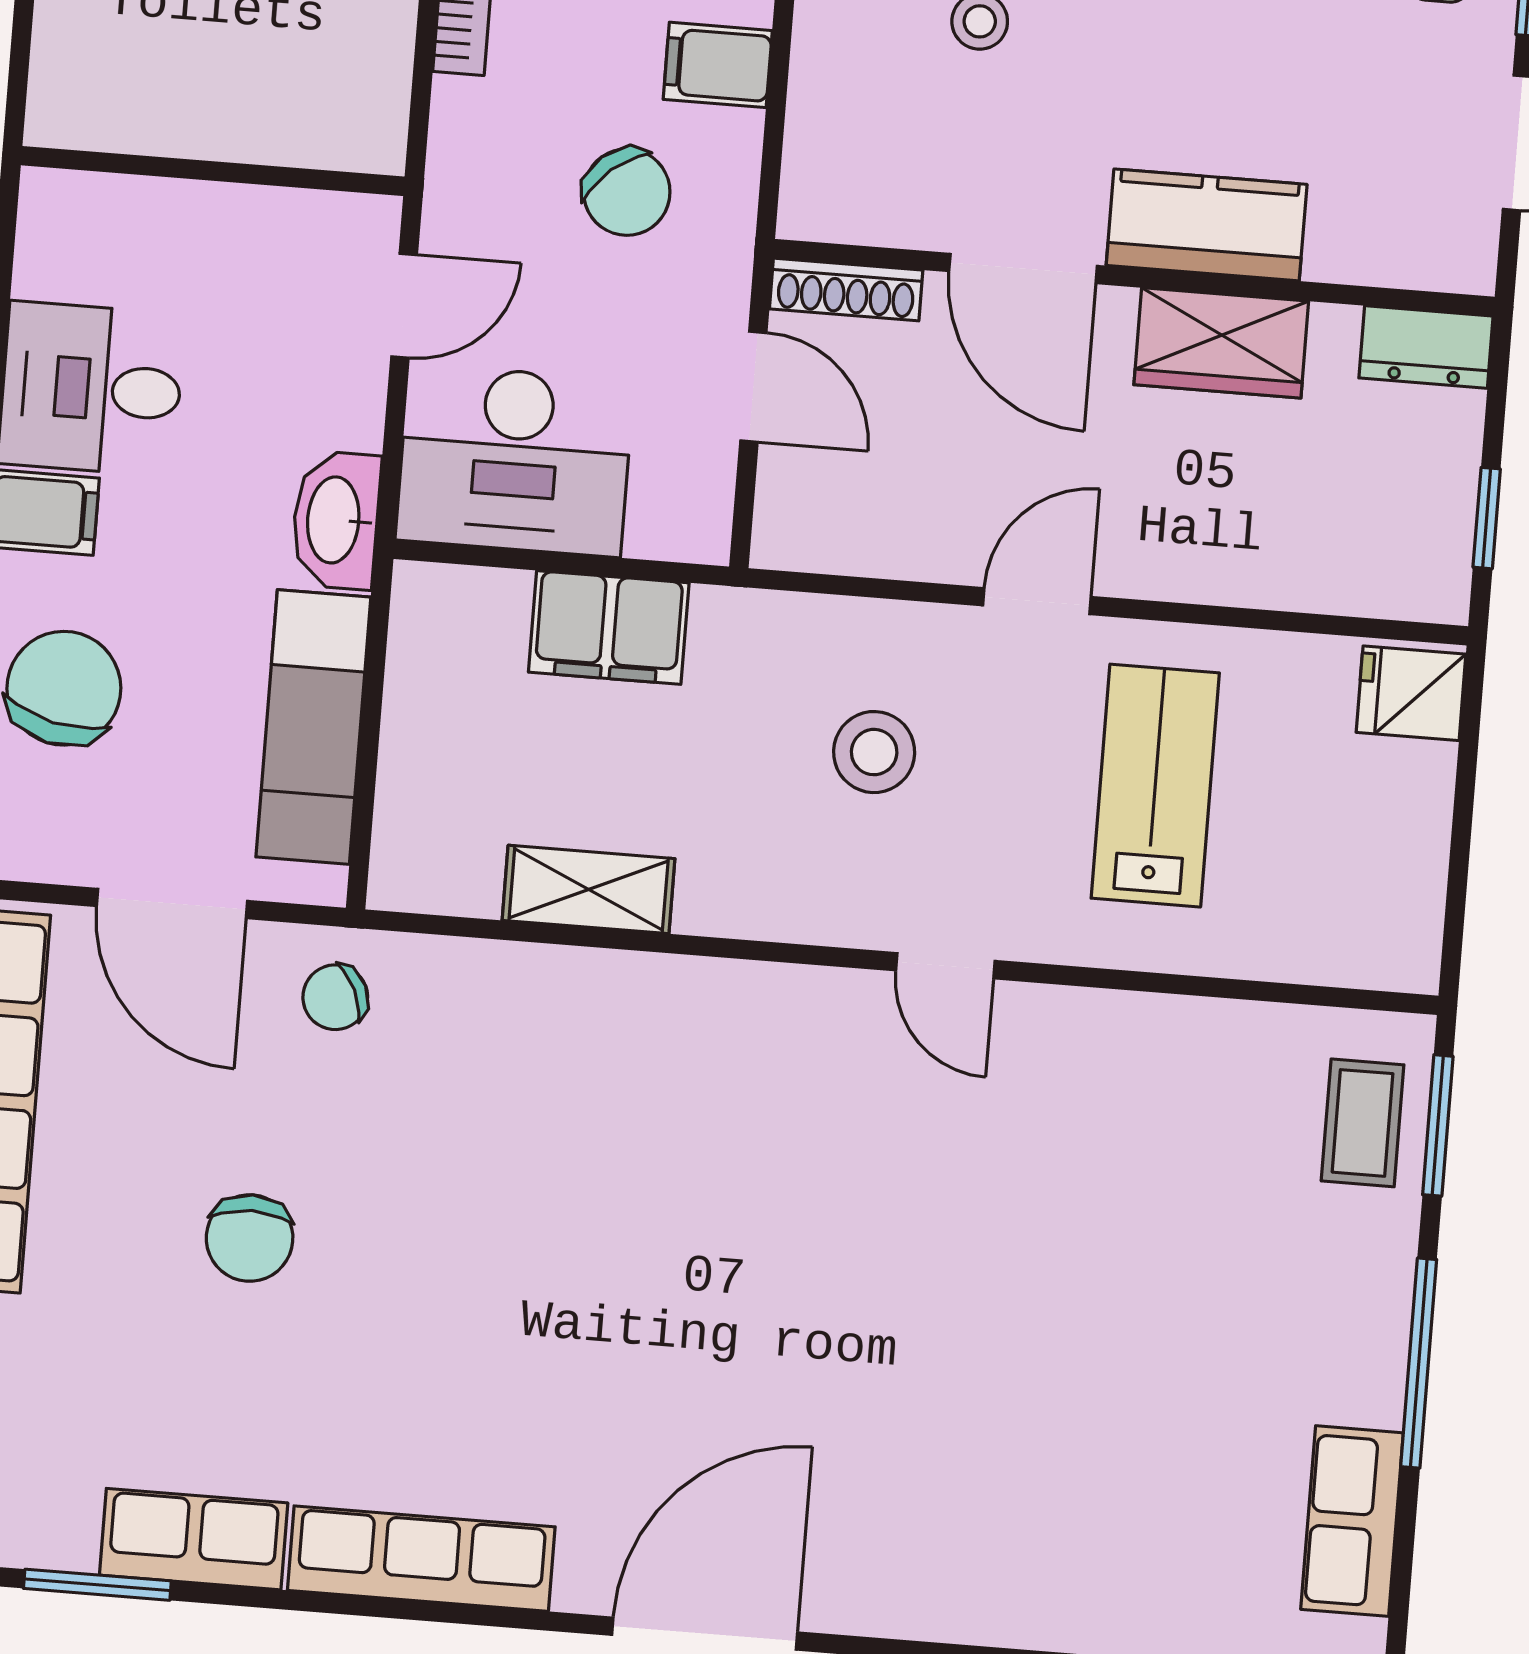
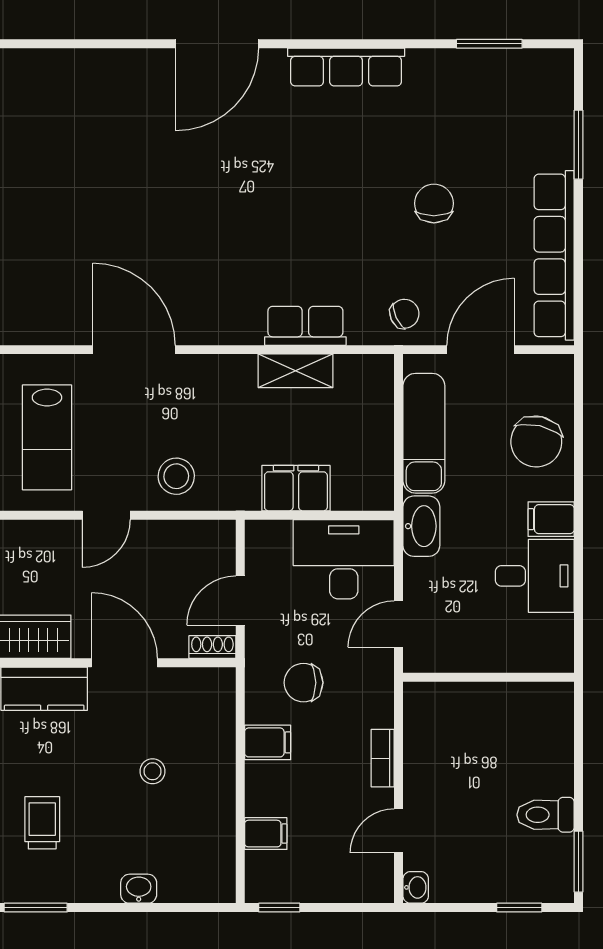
chair: (627, 192) -> (303, 683), turned -50
shoe rack: (846, 290) -> (212, 647), width x0.70
door: (753, 387) -> (240, 600), hinge flipped
stool: (874, 752) -> (176, 476), moved
door: (172, 903) -> (480, 350), hinge flipped
door: (945, 966) -> (134, 350), width x1.87
row of seats: (194, 1539) -> (305, 326), moved, turned 180

